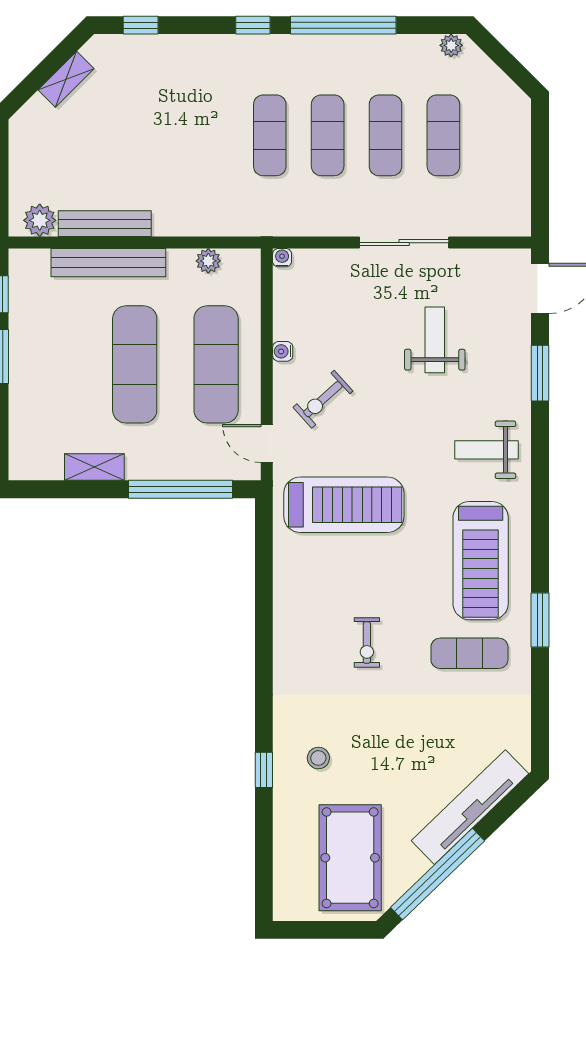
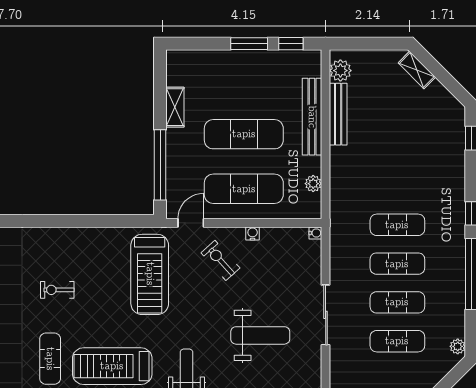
shelving: (66, 79) -> (417, 70), moved
weight bench: (435, 340) -> (260, 335), width x1.36, depth x1.33

